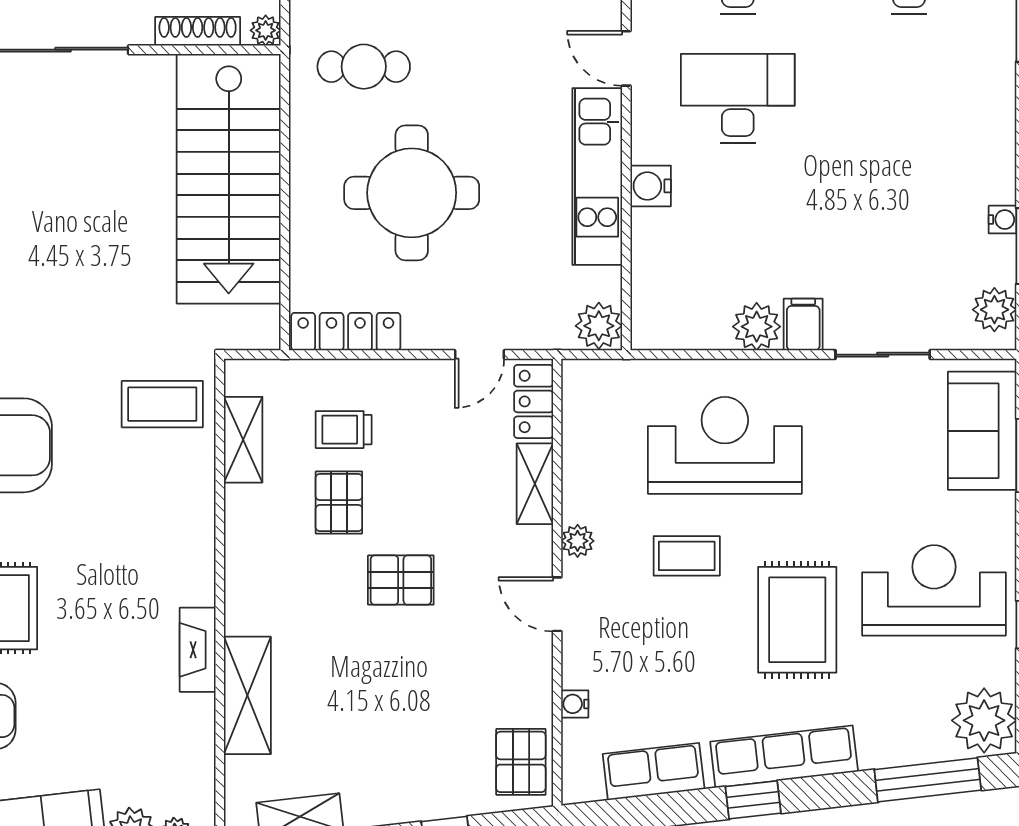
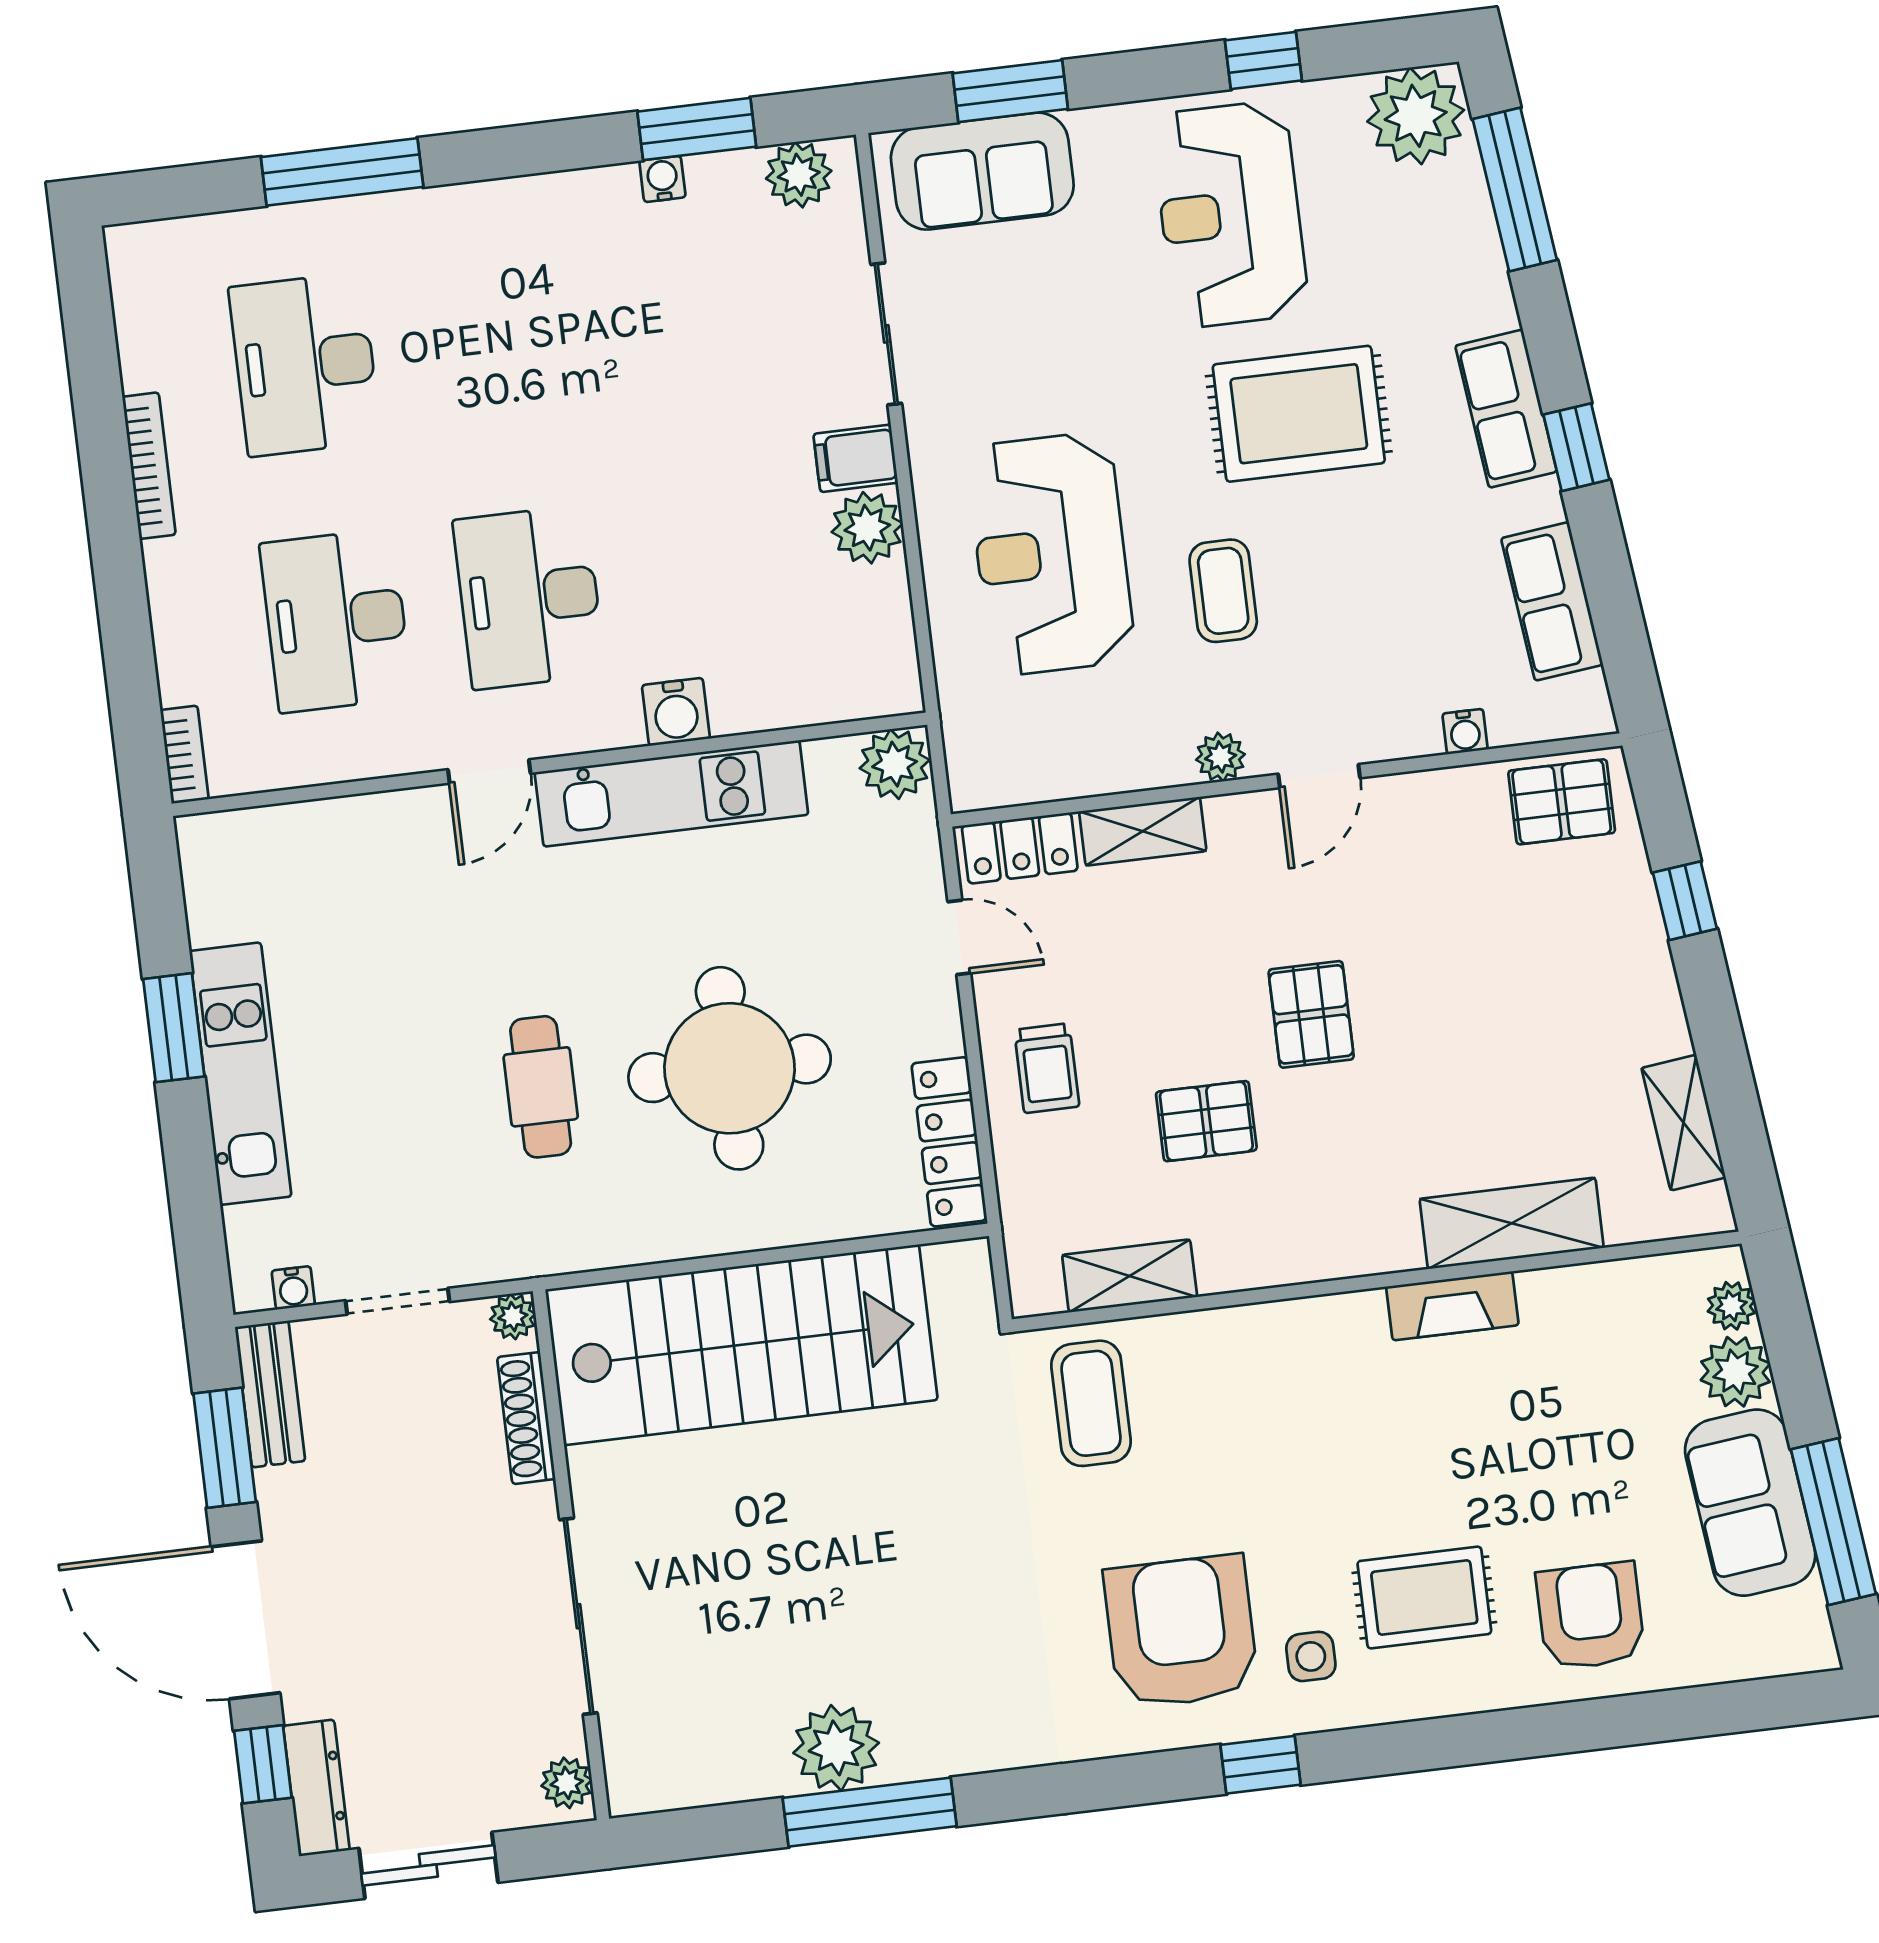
cafe table: (364, 67) -> (541, 1087), moved
trolley: (344, 430) -> (1047, 1068), moved
row of seats: (784, 757) -> (1506, 409), width x0.68

